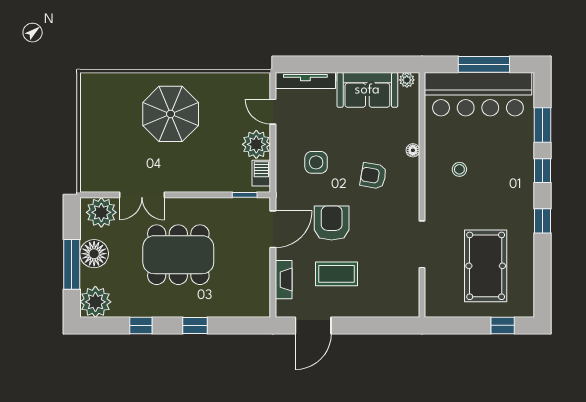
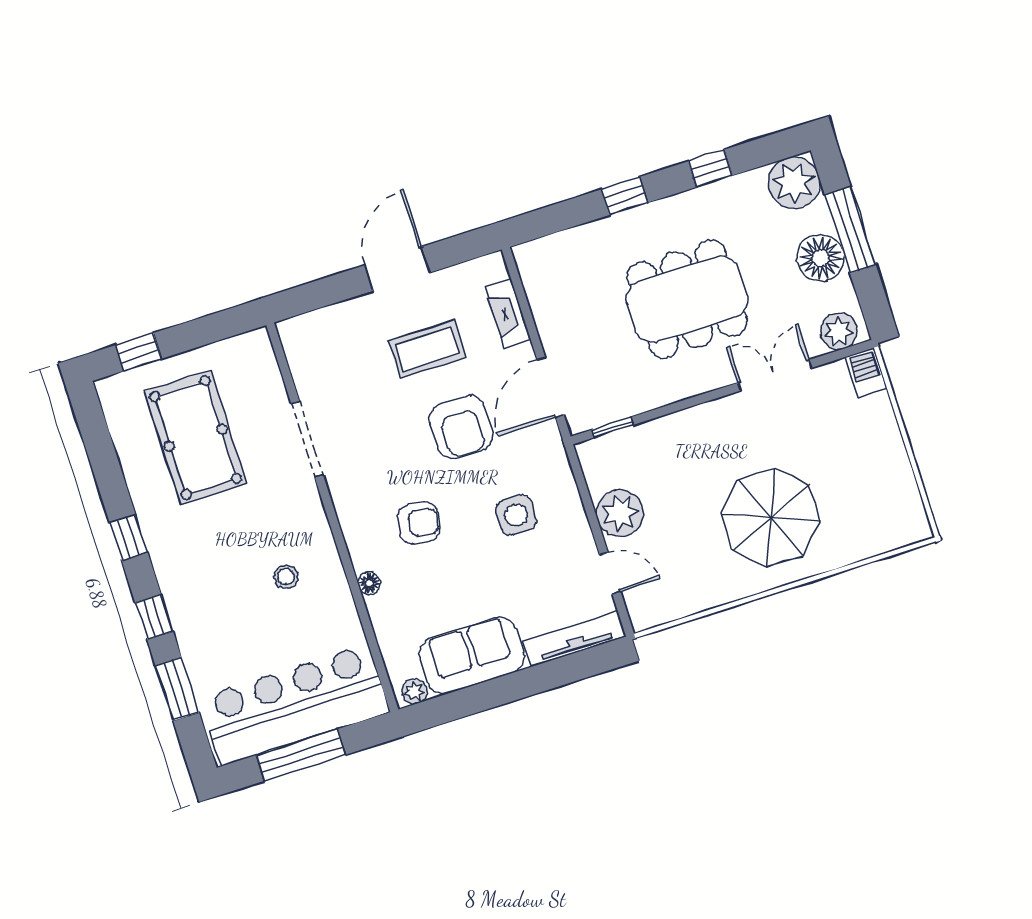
barbecue: (261, 173) -> (866, 373), moved, turned 180
plant: (101, 212) -> (839, 331), width x0.73, depth x0.73
door: (313, 325) -> (397, 269), moved

